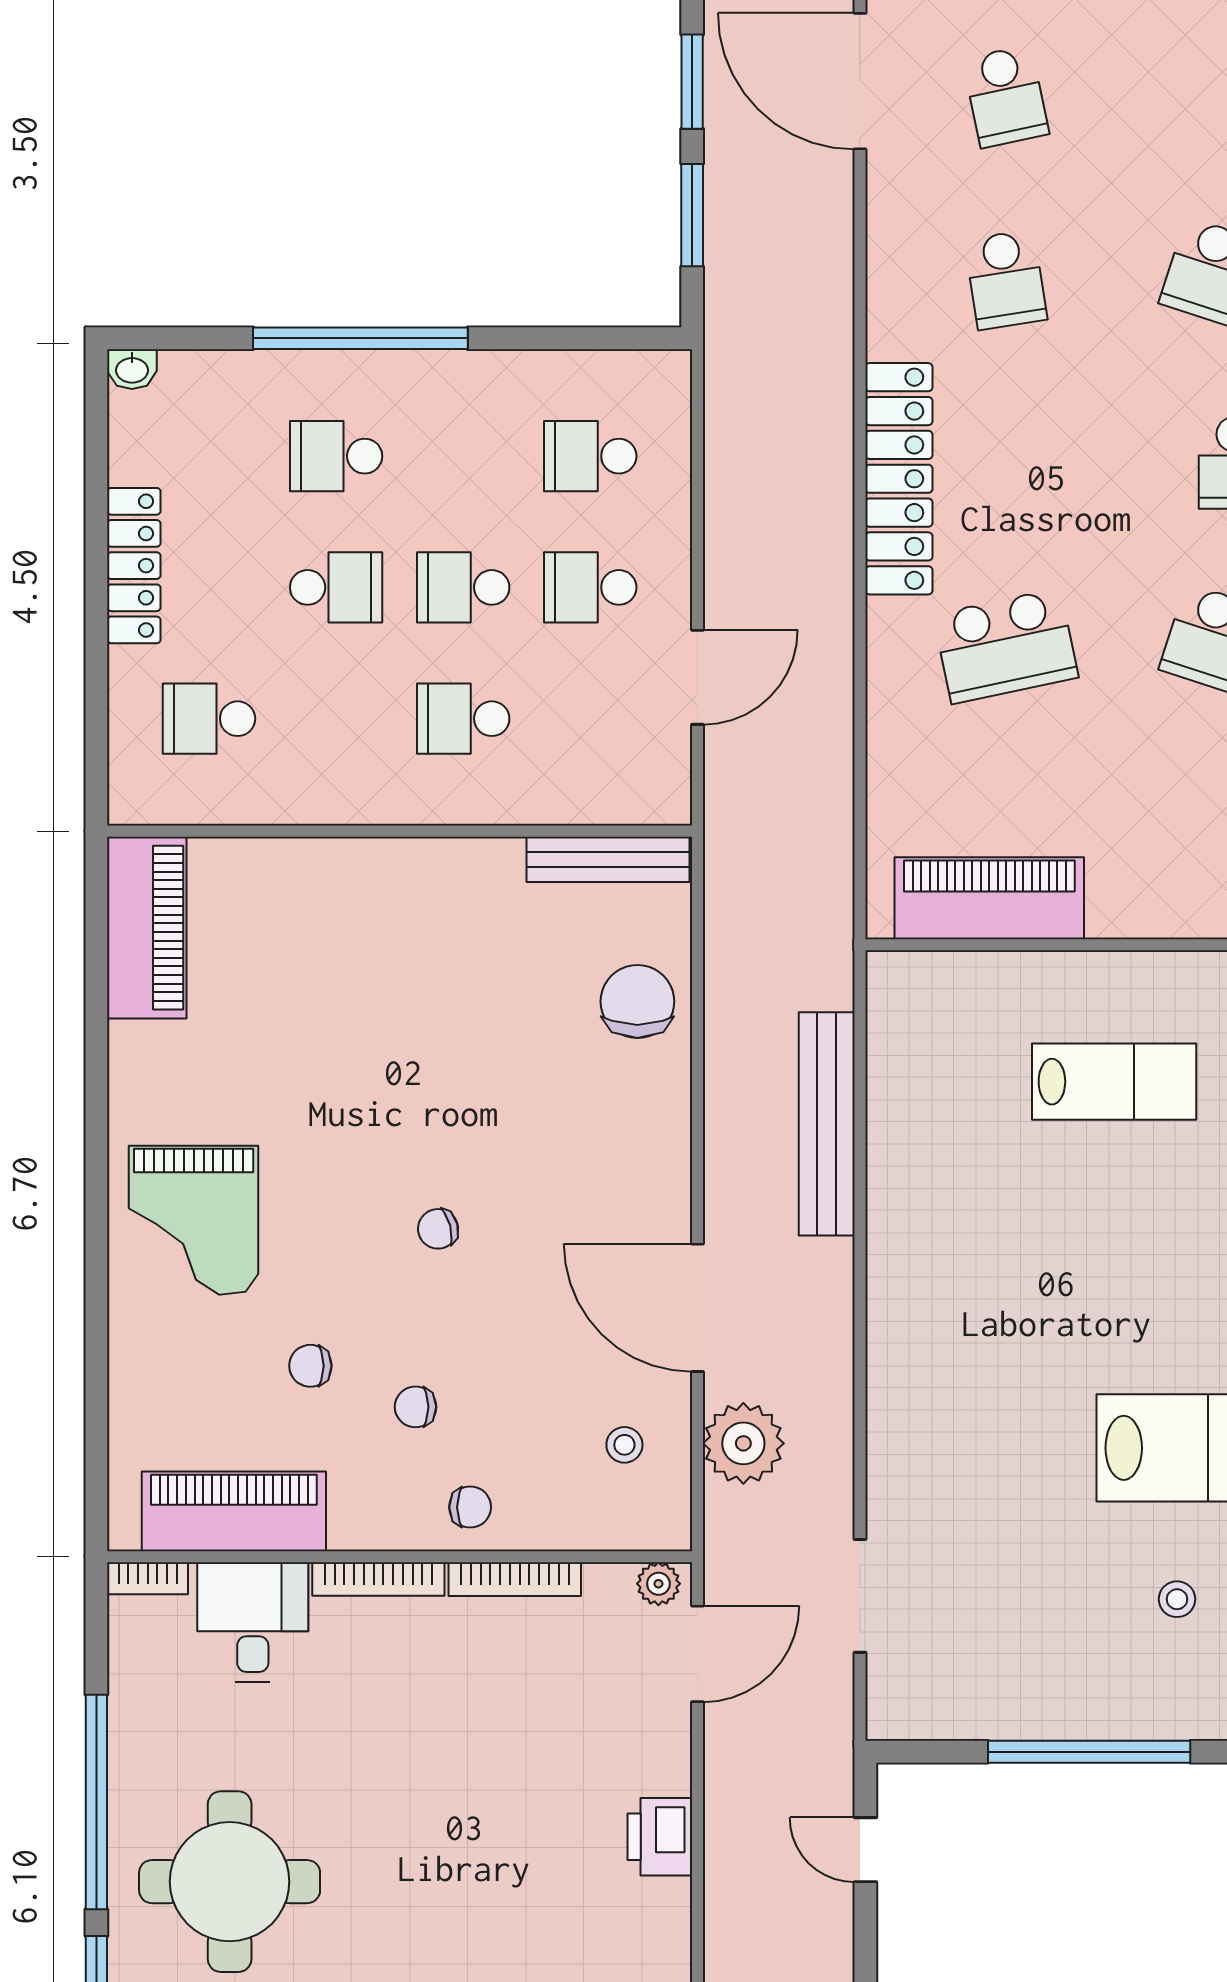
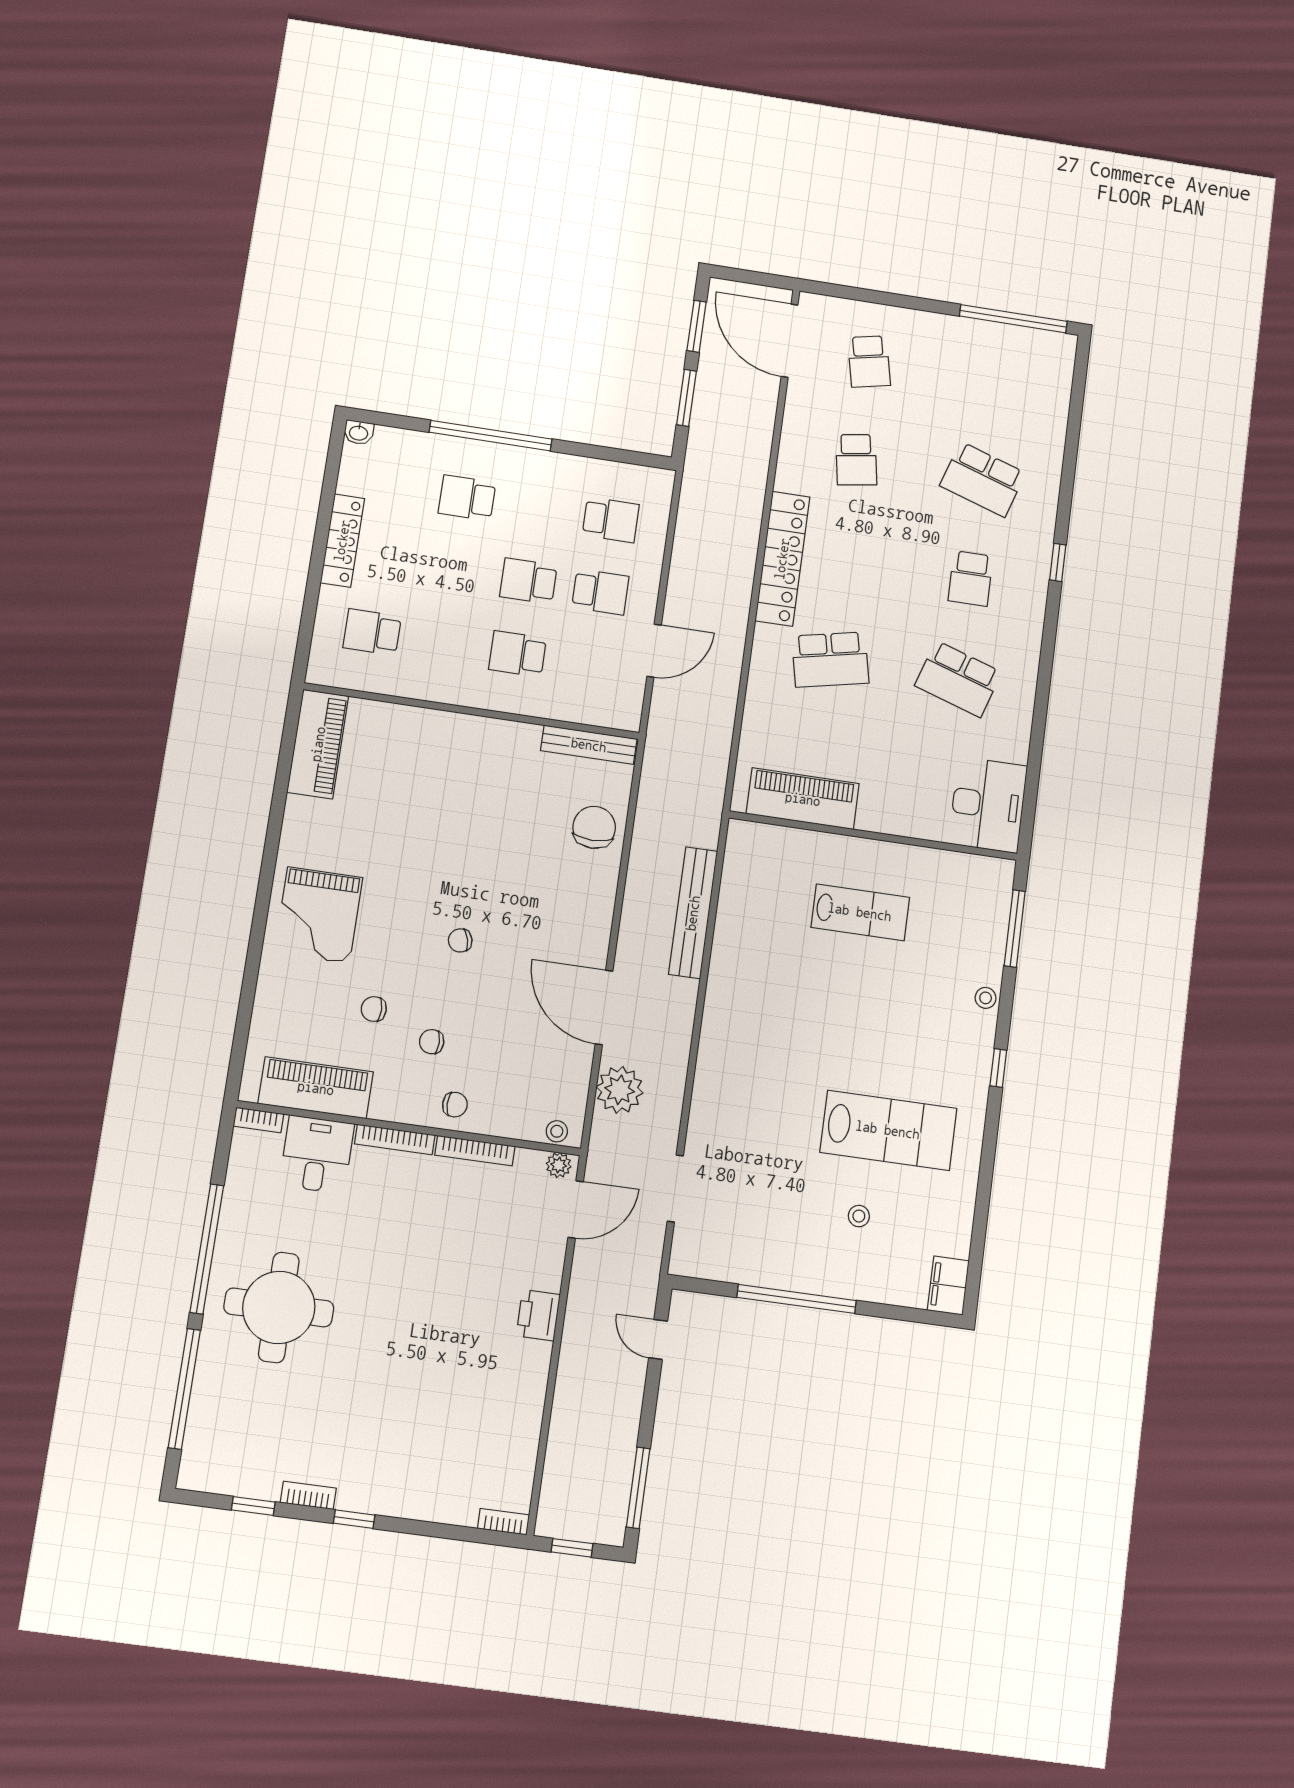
school desk: (590, 456) -> (611, 520), turned 180
school desk: (336, 587) -> (456, 570), removed
school desk: (590, 587) -> (600, 592), turned 180
stool: (624, 1445) -> (557, 1131), moved

